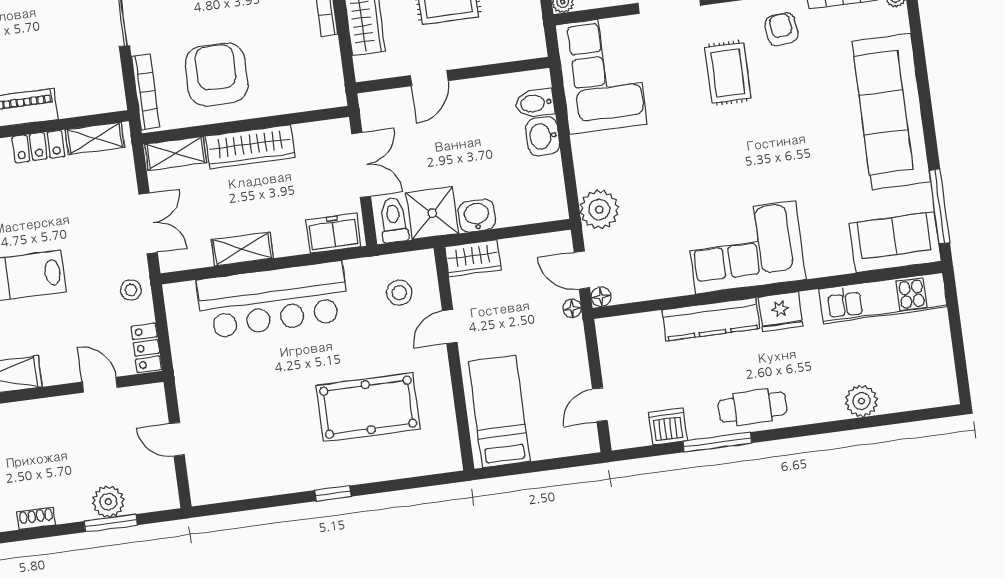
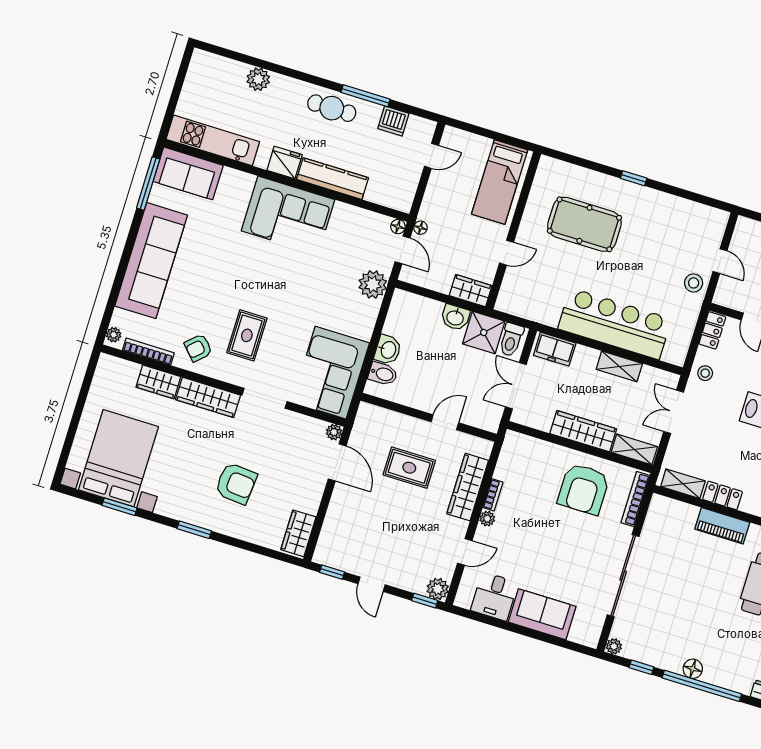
armchair: (782, 29) -> (198, 348), turned 53
stool: (399, 293) -> (694, 283), moved

